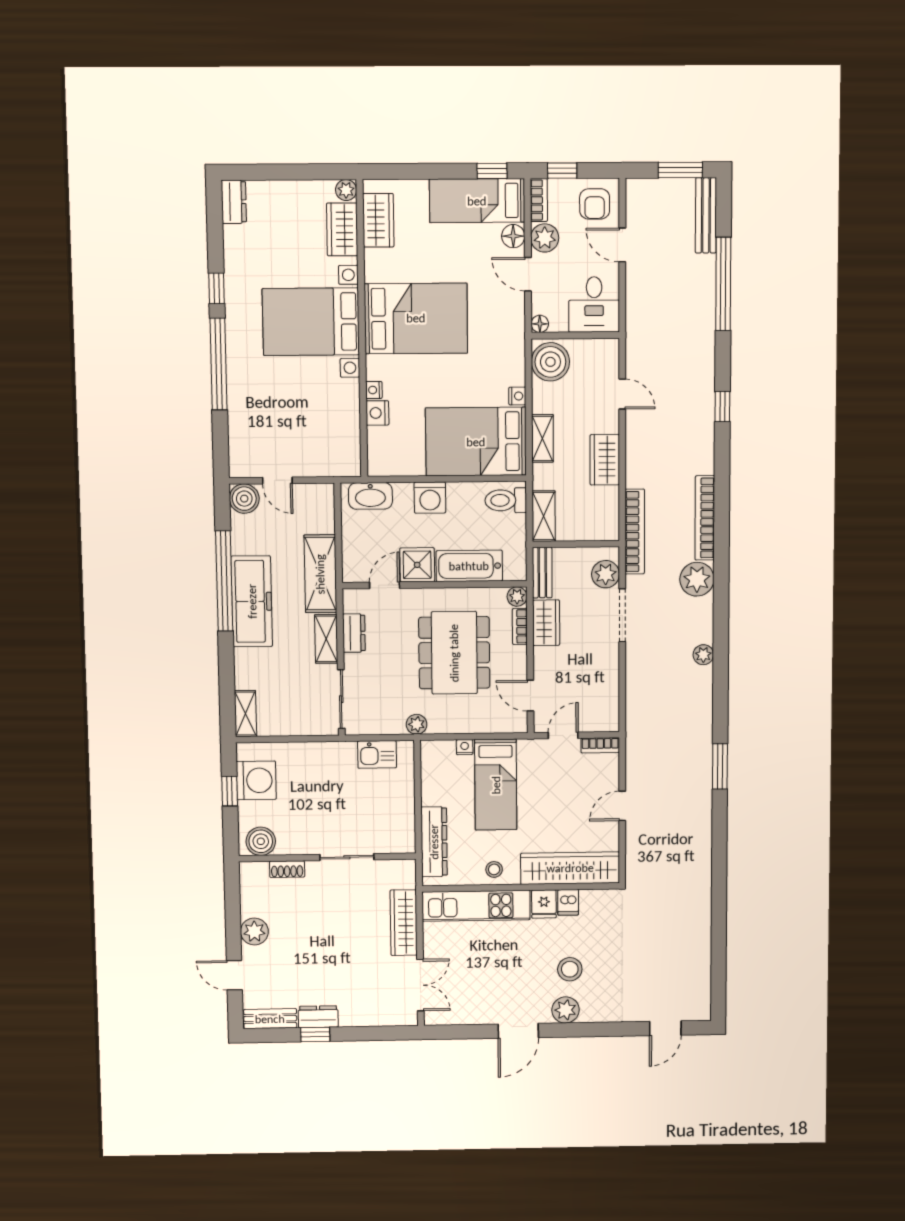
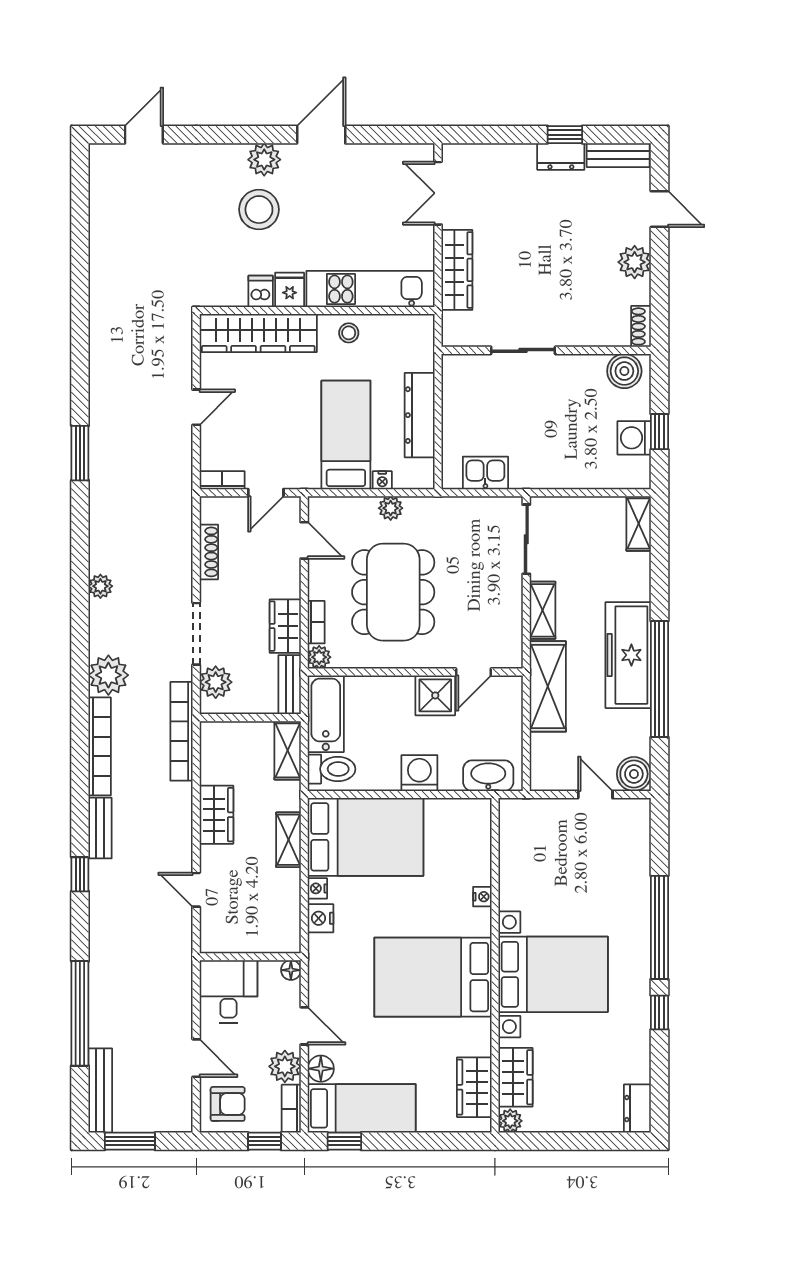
armchair: (595, 204) -> (228, 1104), turned 90
boiler: (550, 362) -> (279, 927), removed
nightstand: (377, 413) -> (321, 918), moved, turned 180
bench: (705, 447) -> (100, 828), added
bathtub: (469, 566) -> (326, 714), moved, turned -90
dresser: (354, 633) -> (510, 617), removed
shoe rack: (611, 685) -> (209, 552), added
plant: (417, 724) -> (391, 508), moved
washing machine: (256, 780) -> (634, 438), width x0.73, depth x0.73
dresser: (434, 842) -> (420, 415), moved
shoe rack: (287, 869) -> (641, 326), moved, turned -90
stool: (570, 969) -> (259, 210), width x1.38, depth x1.38

